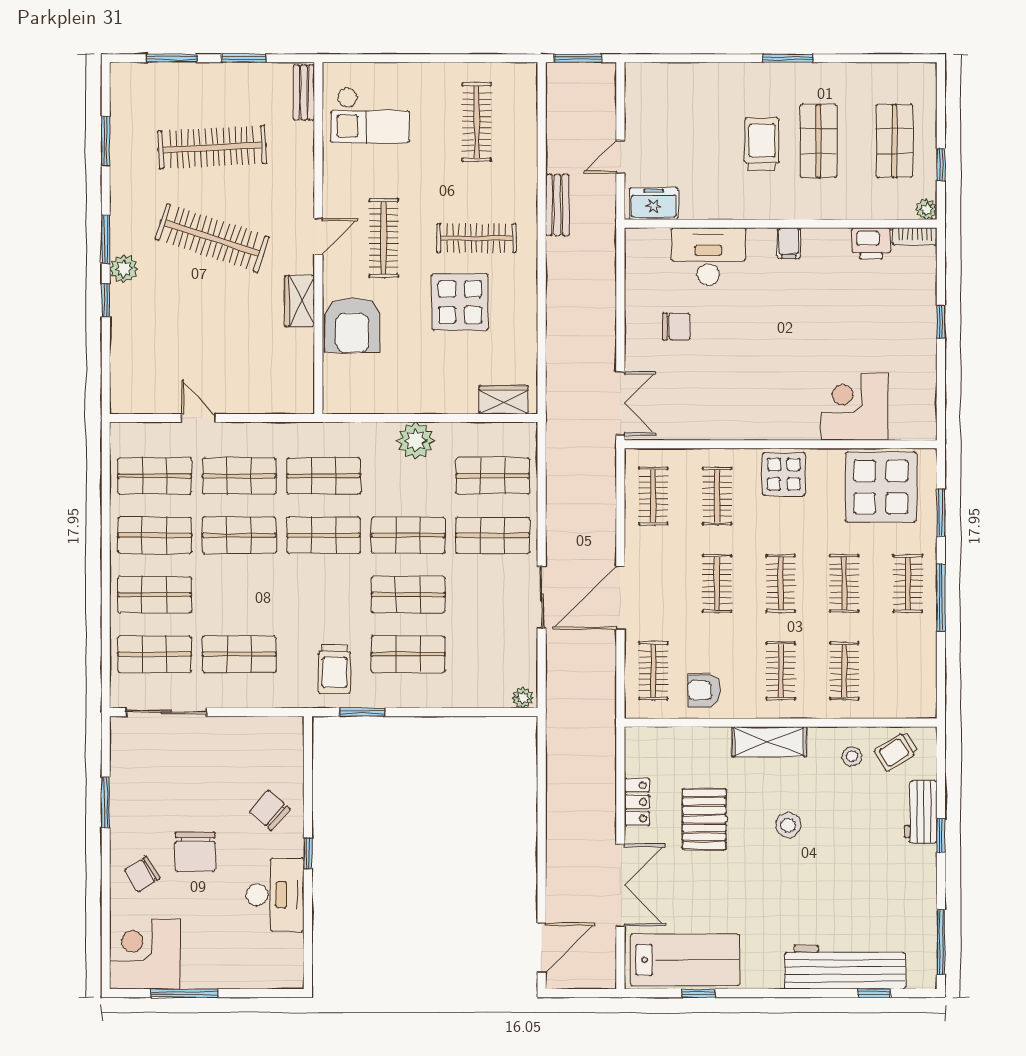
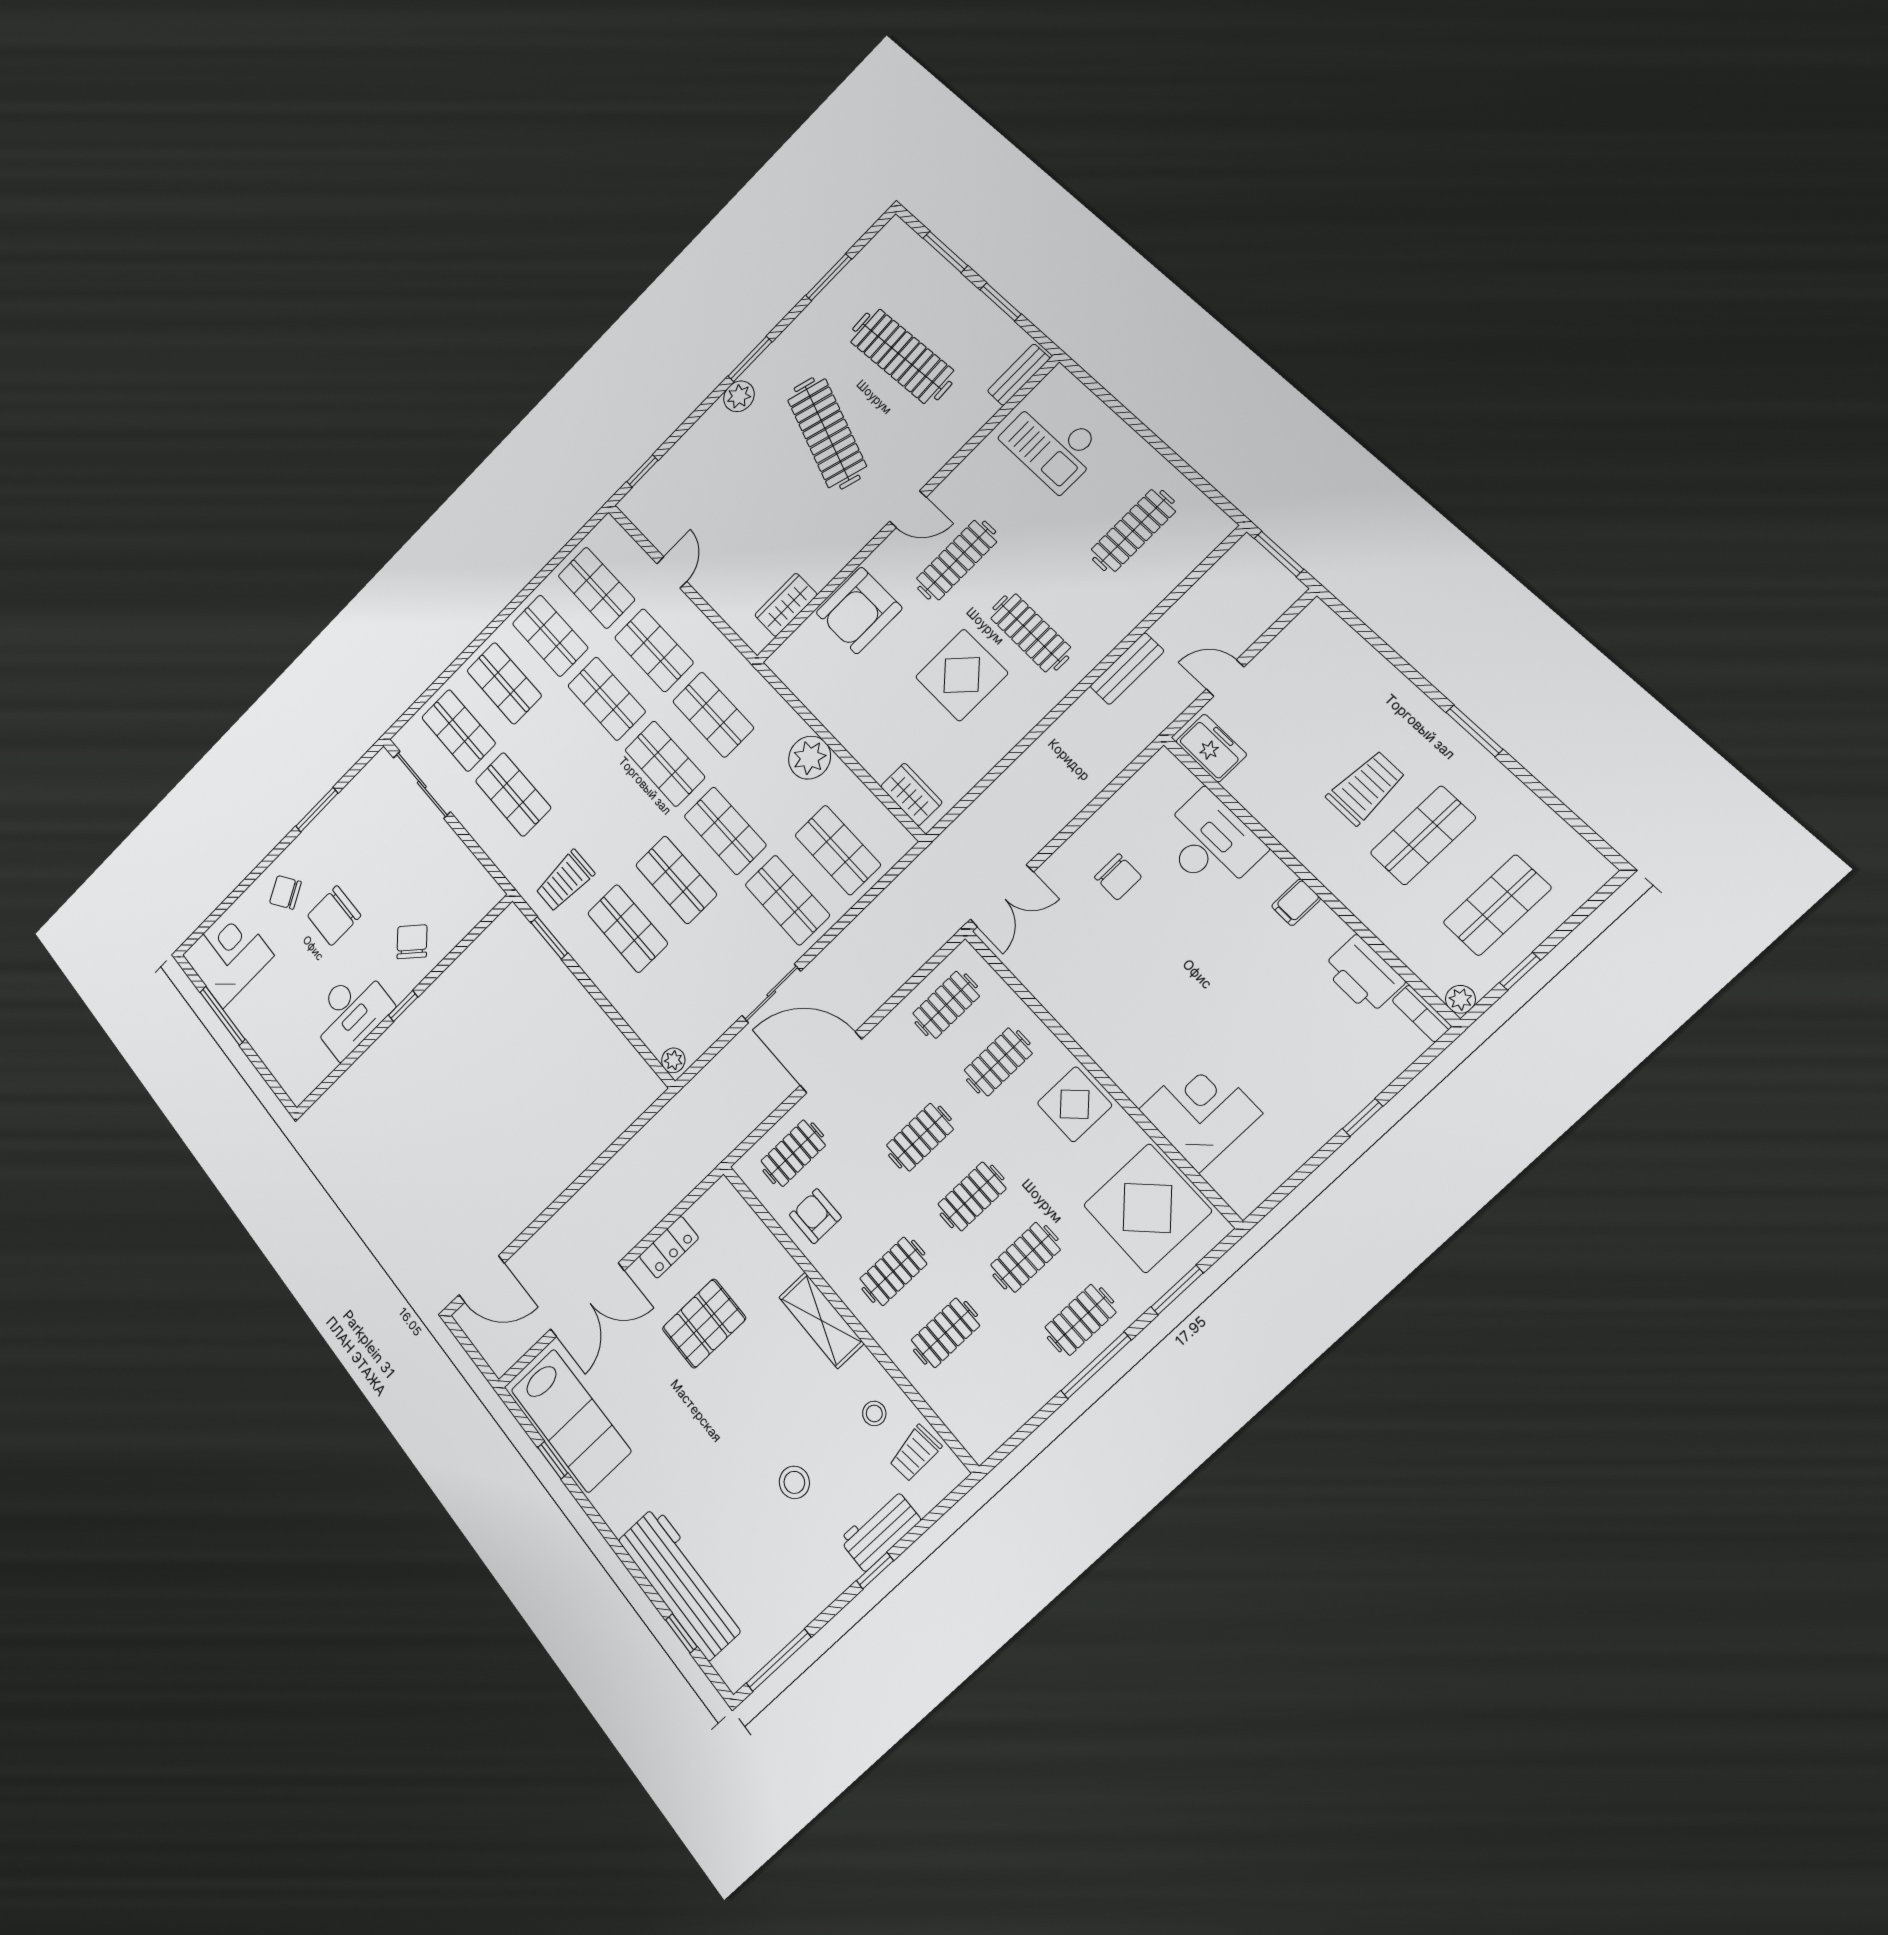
printer: (871, 243) -> (1363, 975), width x1.37, depth x1.19
window: (106, 300) -> (642, 471), moved
wardrobe: (300, 301) -> (786, 605), moved
trolley: (896, 751) -> (915, 1453), turned -65
stool: (788, 825) -> (794, 1482), moved

